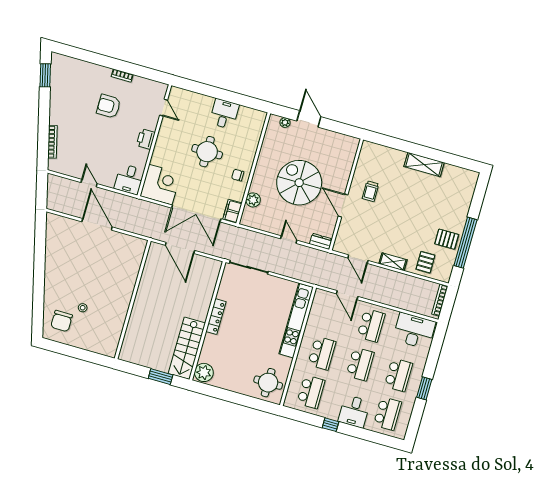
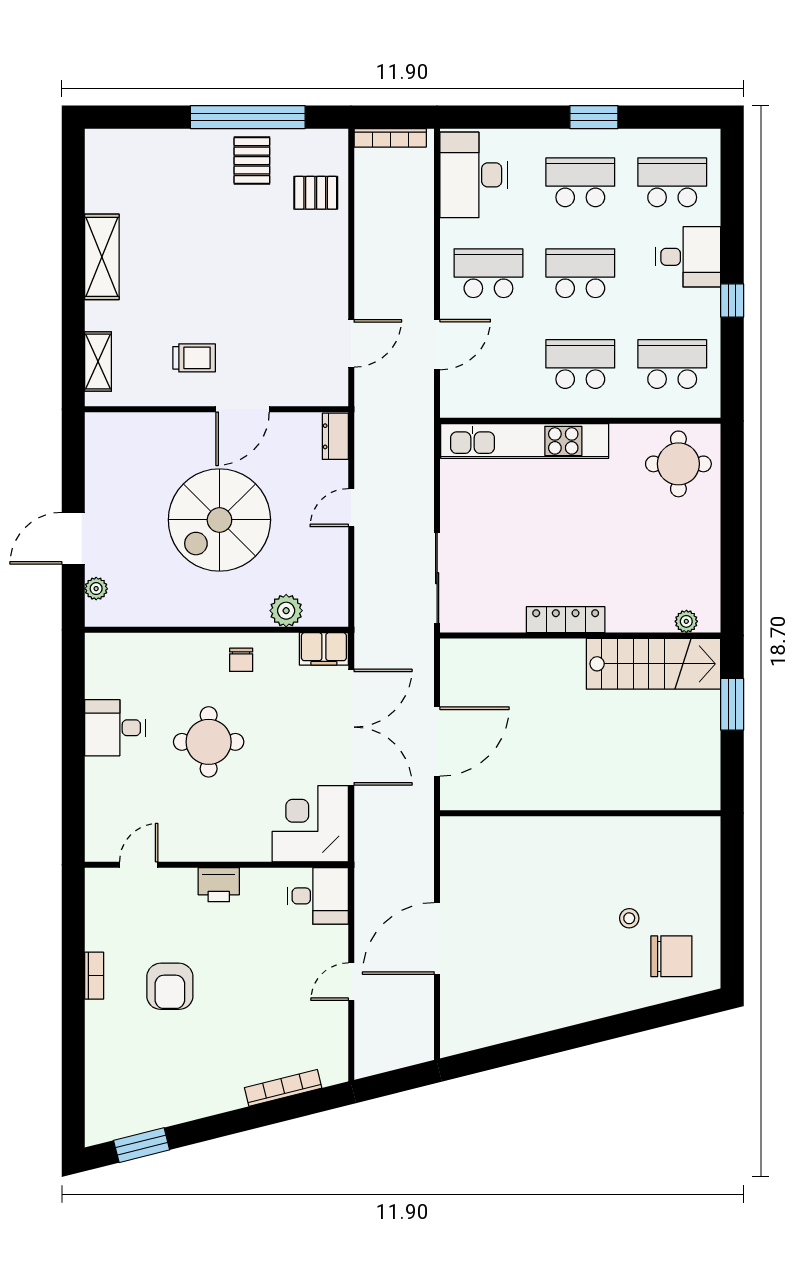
shelving: (393, 262) -> (98, 362), moved
plant: (204, 372) -> (686, 621), width x0.53, depth x0.53

